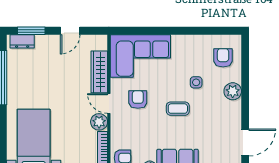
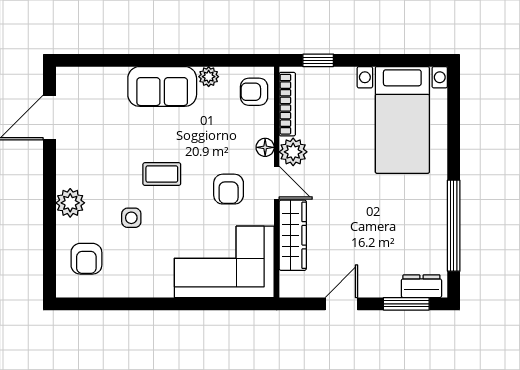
floor lamp: (116, 125) -> (265, 147), added

